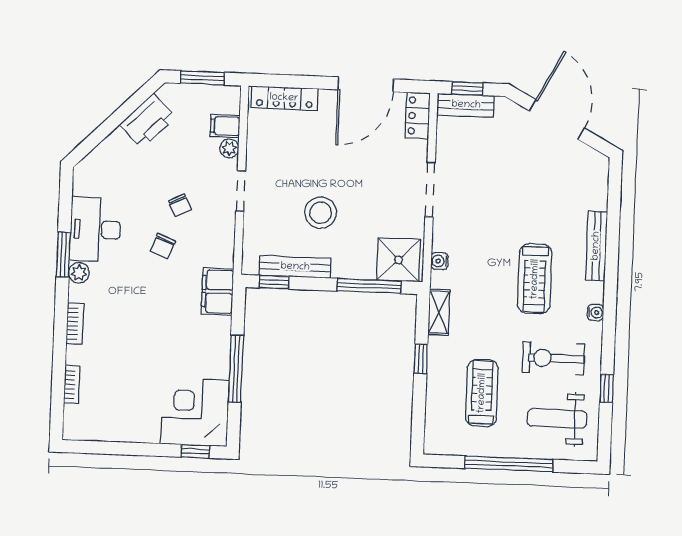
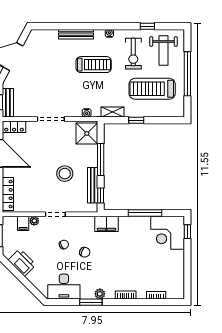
desk: (95, 229) -> (64, 287), moved
window: (369, 286) -> (101, 160), moved
treadmill: (482, 393) -> (152, 89), width x1.37, depth x1.38

